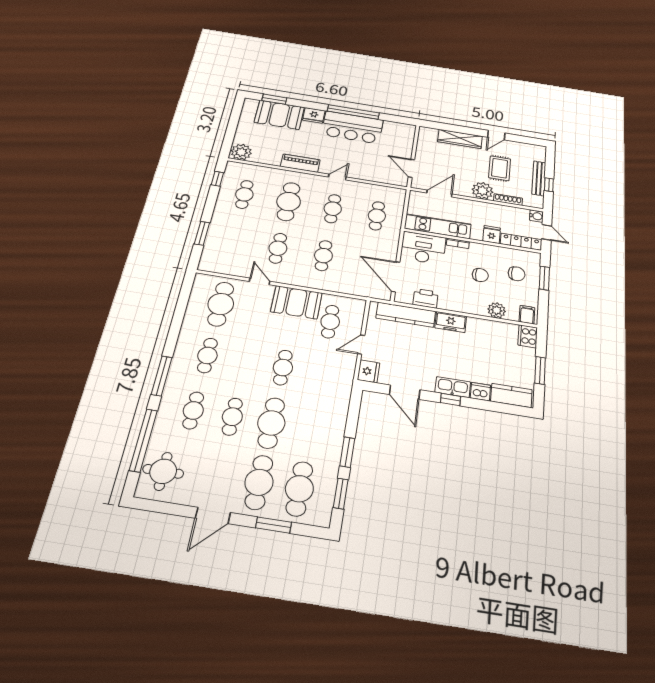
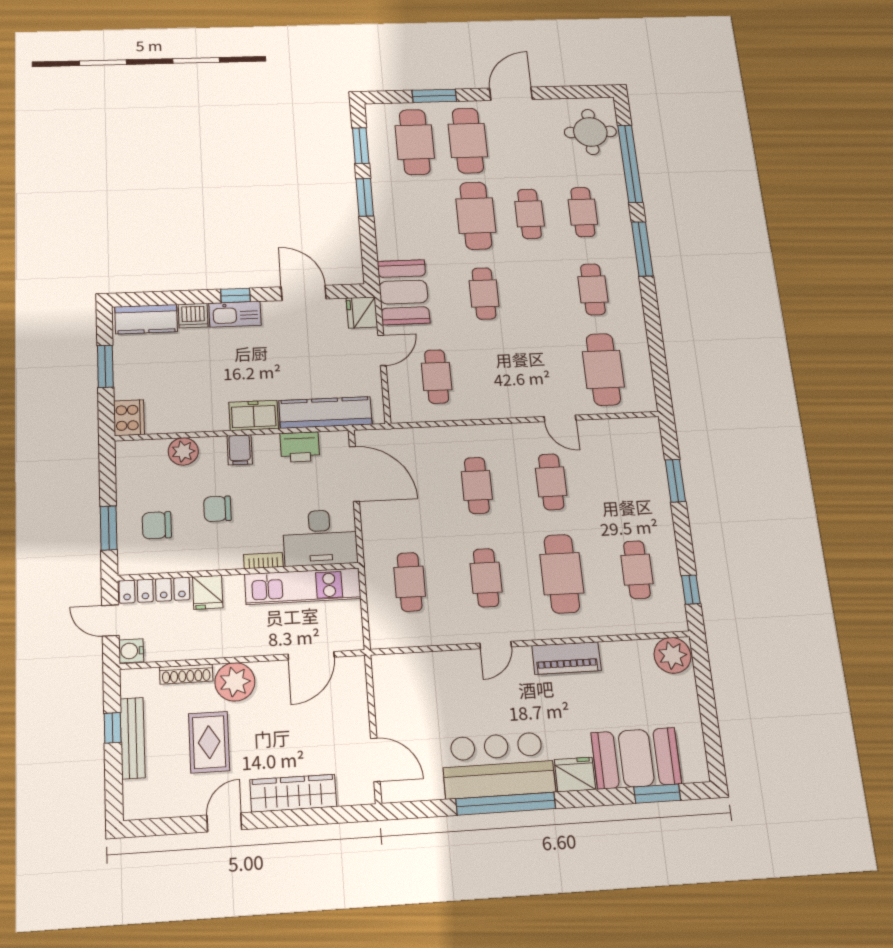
door: (411, 168) -> (375, 760), moved
booth: (296, 302) -> (403, 292), moved, turned 90
filing cabinet: (527, 315) -> (240, 450), moved

